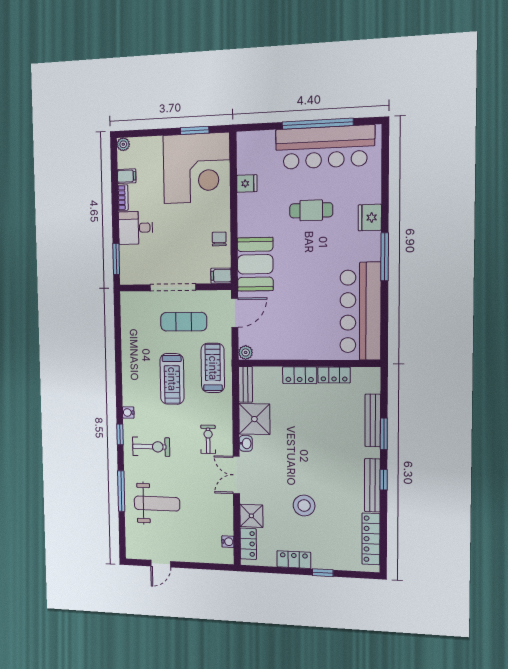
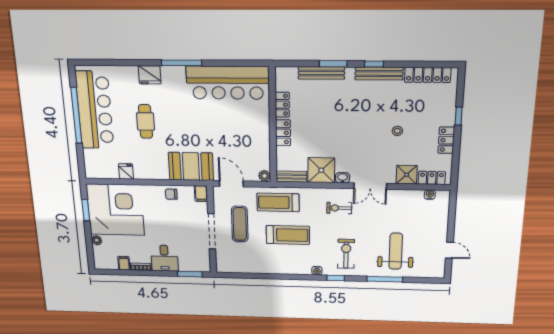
plant: (123, 144) -> (97, 240), moved
stool: (304, 506) -> (397, 131), width x0.53, depth x0.53

